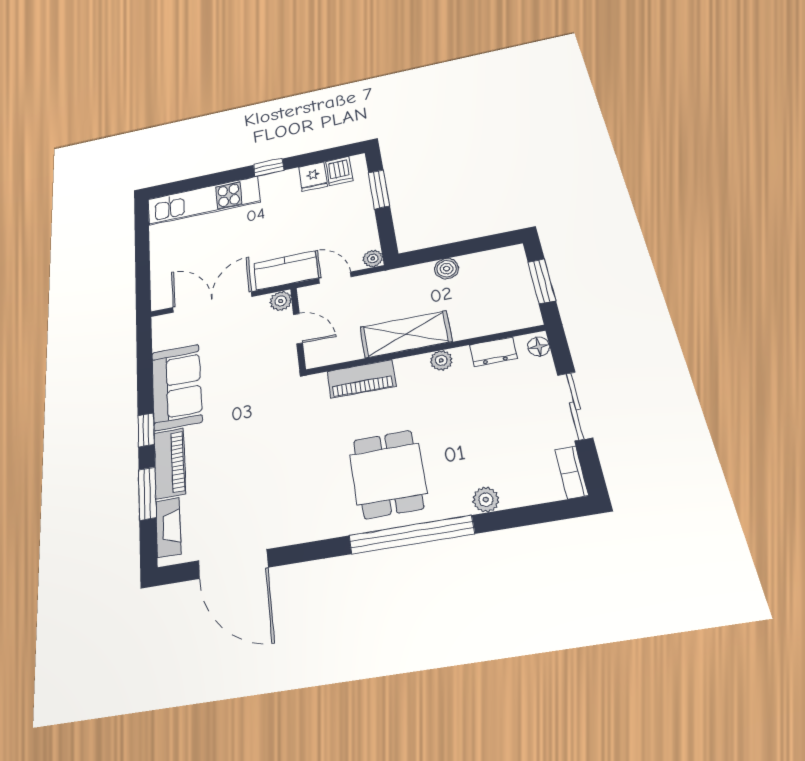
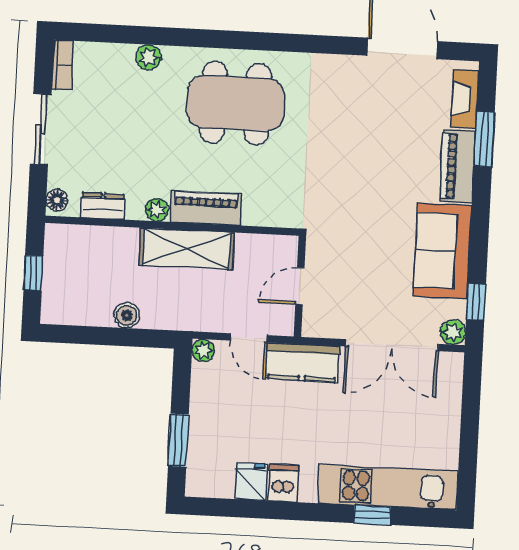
window: (269, 168) -> (372, 515), moved
dishwasher: (339, 171) -> (283, 483), moved
window: (542, 281) -> (33, 273), width x0.67
plant: (281, 301) -> (453, 332), moved
door: (298, 329) -> (300, 286), hinge flipped
piano: (361, 379) -> (206, 208), moved
window: (146, 430) -> (476, 302), moved
dining table: (388, 474) -> (236, 103), width x1.37
window: (411, 535) -> (225, 39), removed

